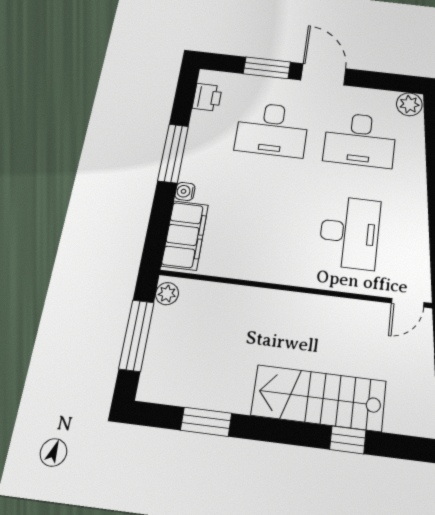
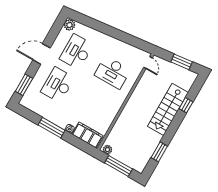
window: (267, 68) -> (24, 85), moved
printer: (207, 97) -> (32, 105), removed
desk: (272, 129) -> (58, 85), turned 180
desk: (360, 140) -> (76, 52), turned 180
desk: (350, 232) -> (112, 72), turned 180

